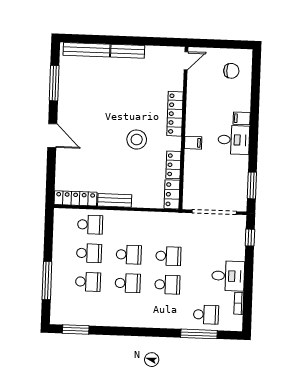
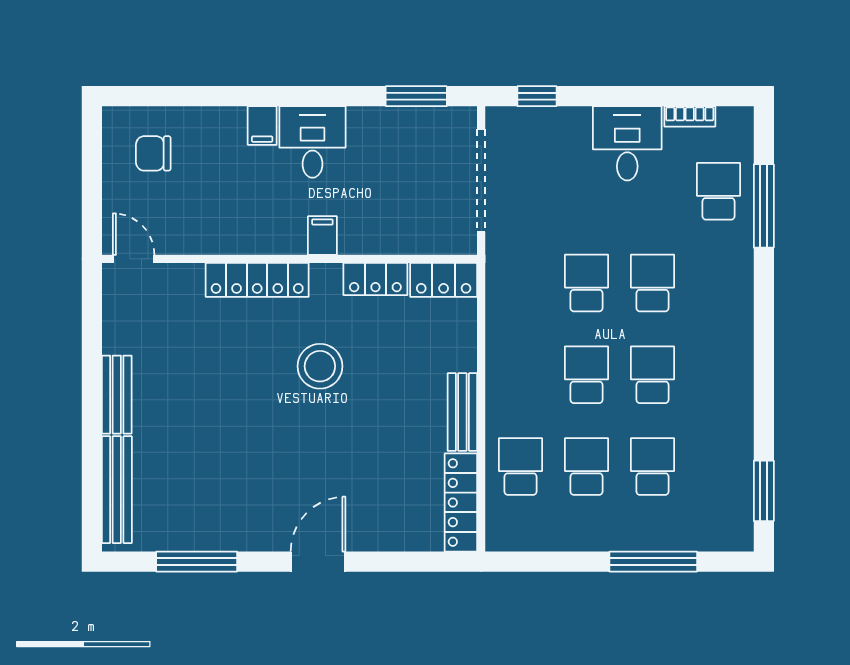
chair: (231, 71) -> (153, 153), turned -90

